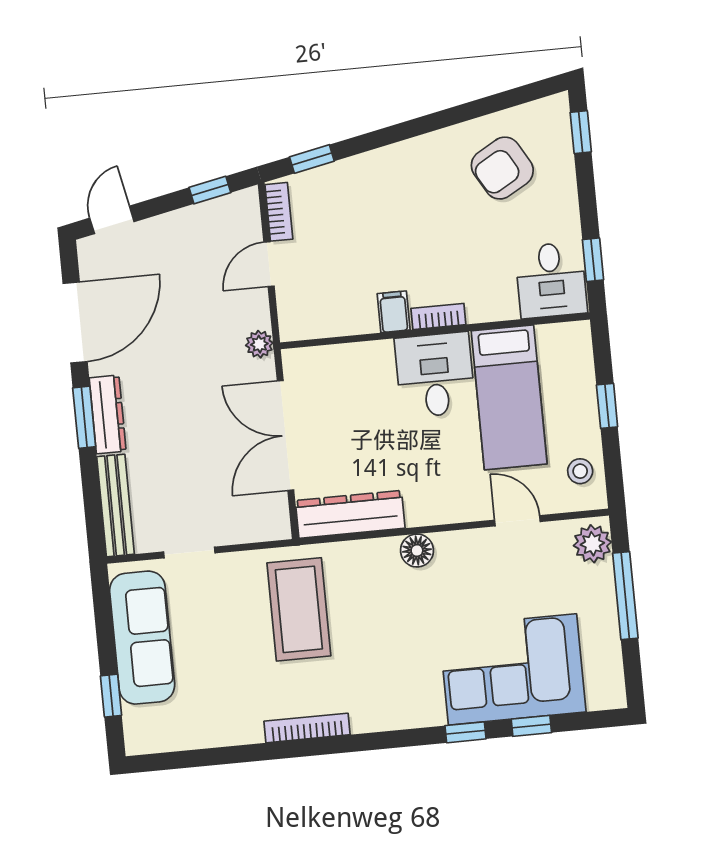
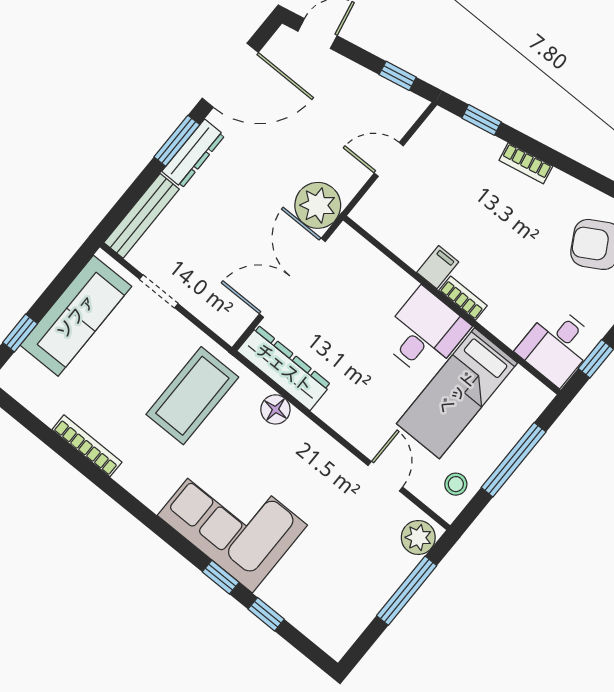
bookcase: (279, 212) -> (526, 163), moved, turned 79
plant: (259, 344) -> (318, 205), width x1.87, depth x1.87
window: (607, 406) -> (514, 460), width x2.17
floor lamp: (417, 550) -> (275, 409), moved
corner sofa: (512, 669) -> (232, 520), moved
bookcase: (307, 728) -> (87, 446), moved

